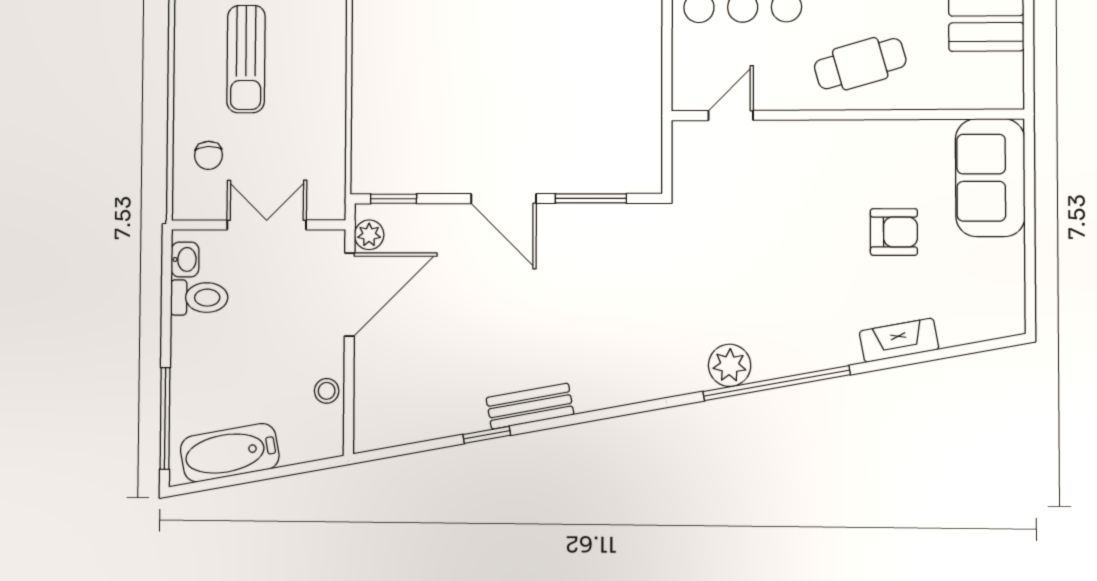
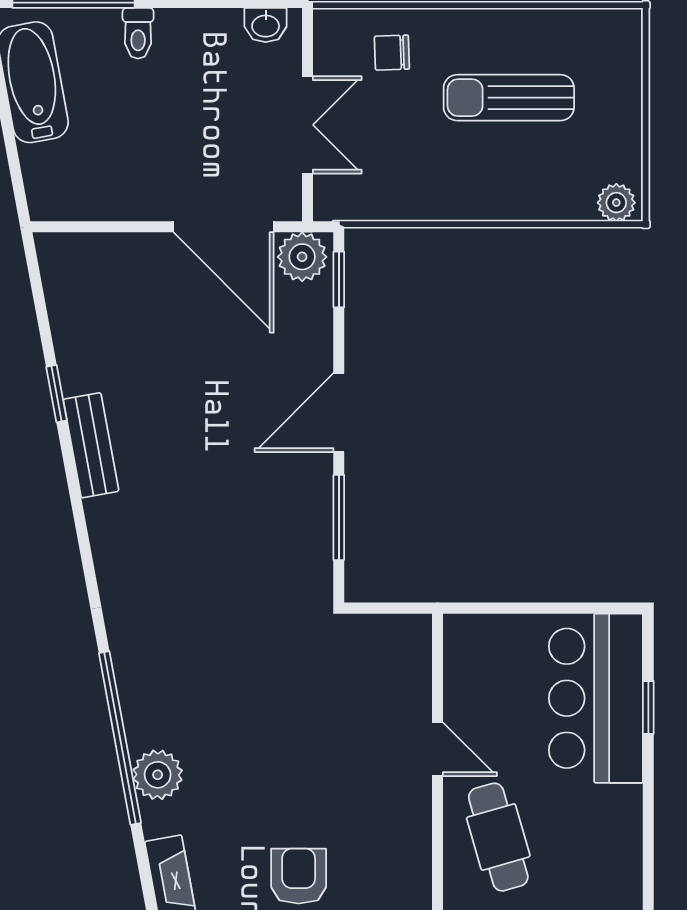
door: (731, 115) -> (438, 749), moved
armchair: (894, 232) -> (299, 876), turned 180
plant: (369, 235) -> (302, 257), width x1.38, depth x1.38
toilet: (199, 298) -> (138, 33), moved, width x0.73, depth x0.72
plant: (730, 365) -> (158, 775), moved
stool: (327, 391) -> (108, 200), removed

